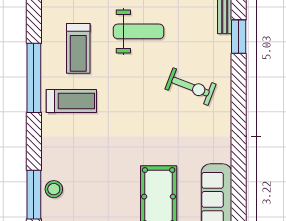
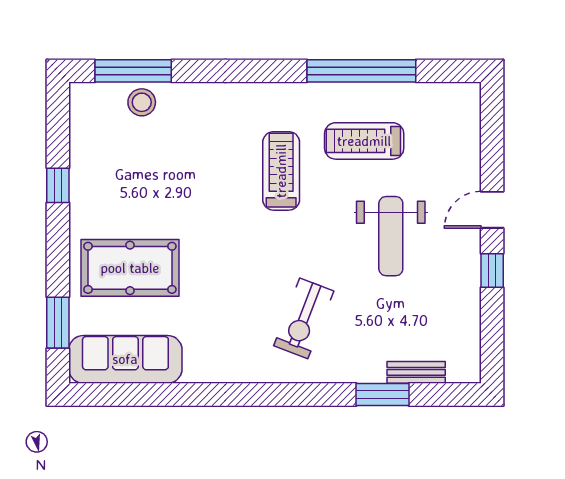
window: (34, 78) -> (361, 71), moved
treadmill: (71, 101) -> (281, 171), moved, turned 180

